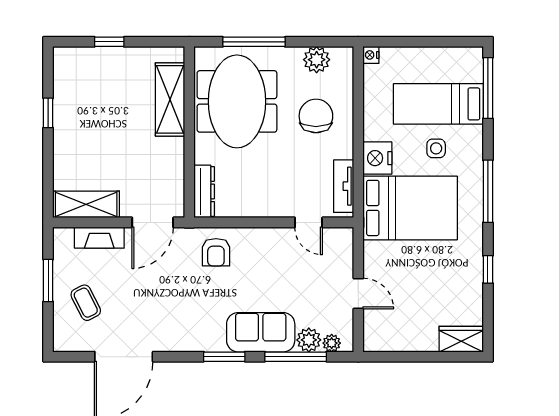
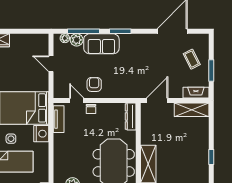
chair: (316, 116) -> (91, 109), moved, width x0.54, depth x0.54
fireplace: (99, 238) -> (196, 93), moved
armchair: (216, 252) -> (94, 84), moved

